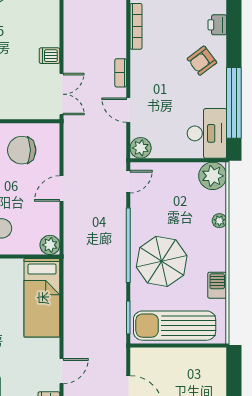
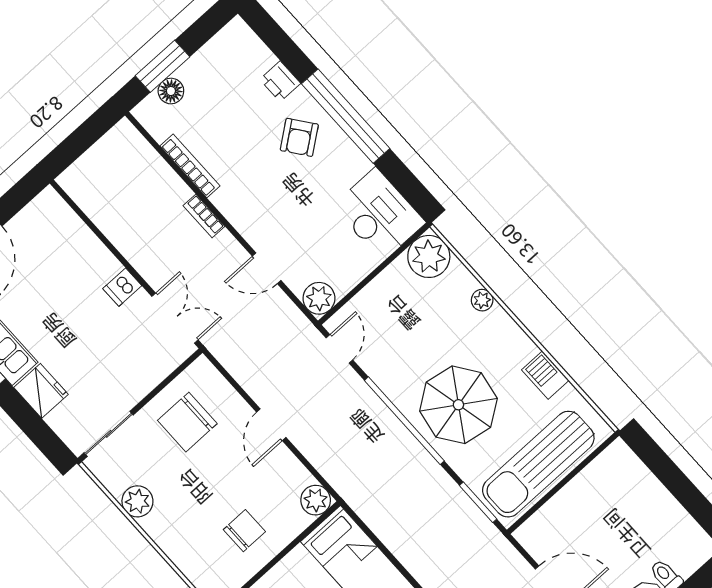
bookcase: (121, 73) -> (204, 216), moved
window: (234, 103) -> (346, 116), moved

